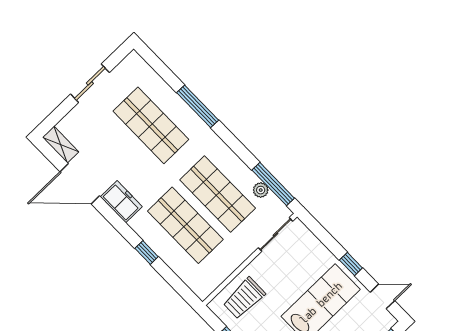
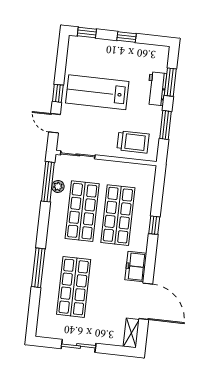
door: (382, 296) -> (54, 123), moved

